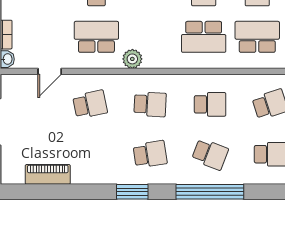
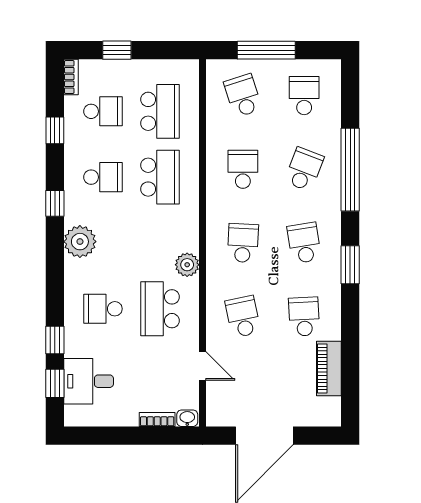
school desk: (257, 37) -> (160, 111), turned 180
school desk: (90, 154) -> (304, 317), added

